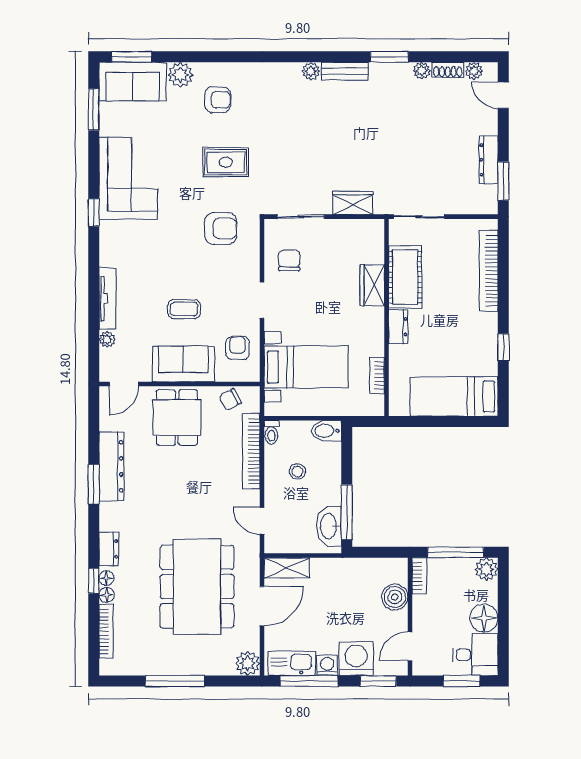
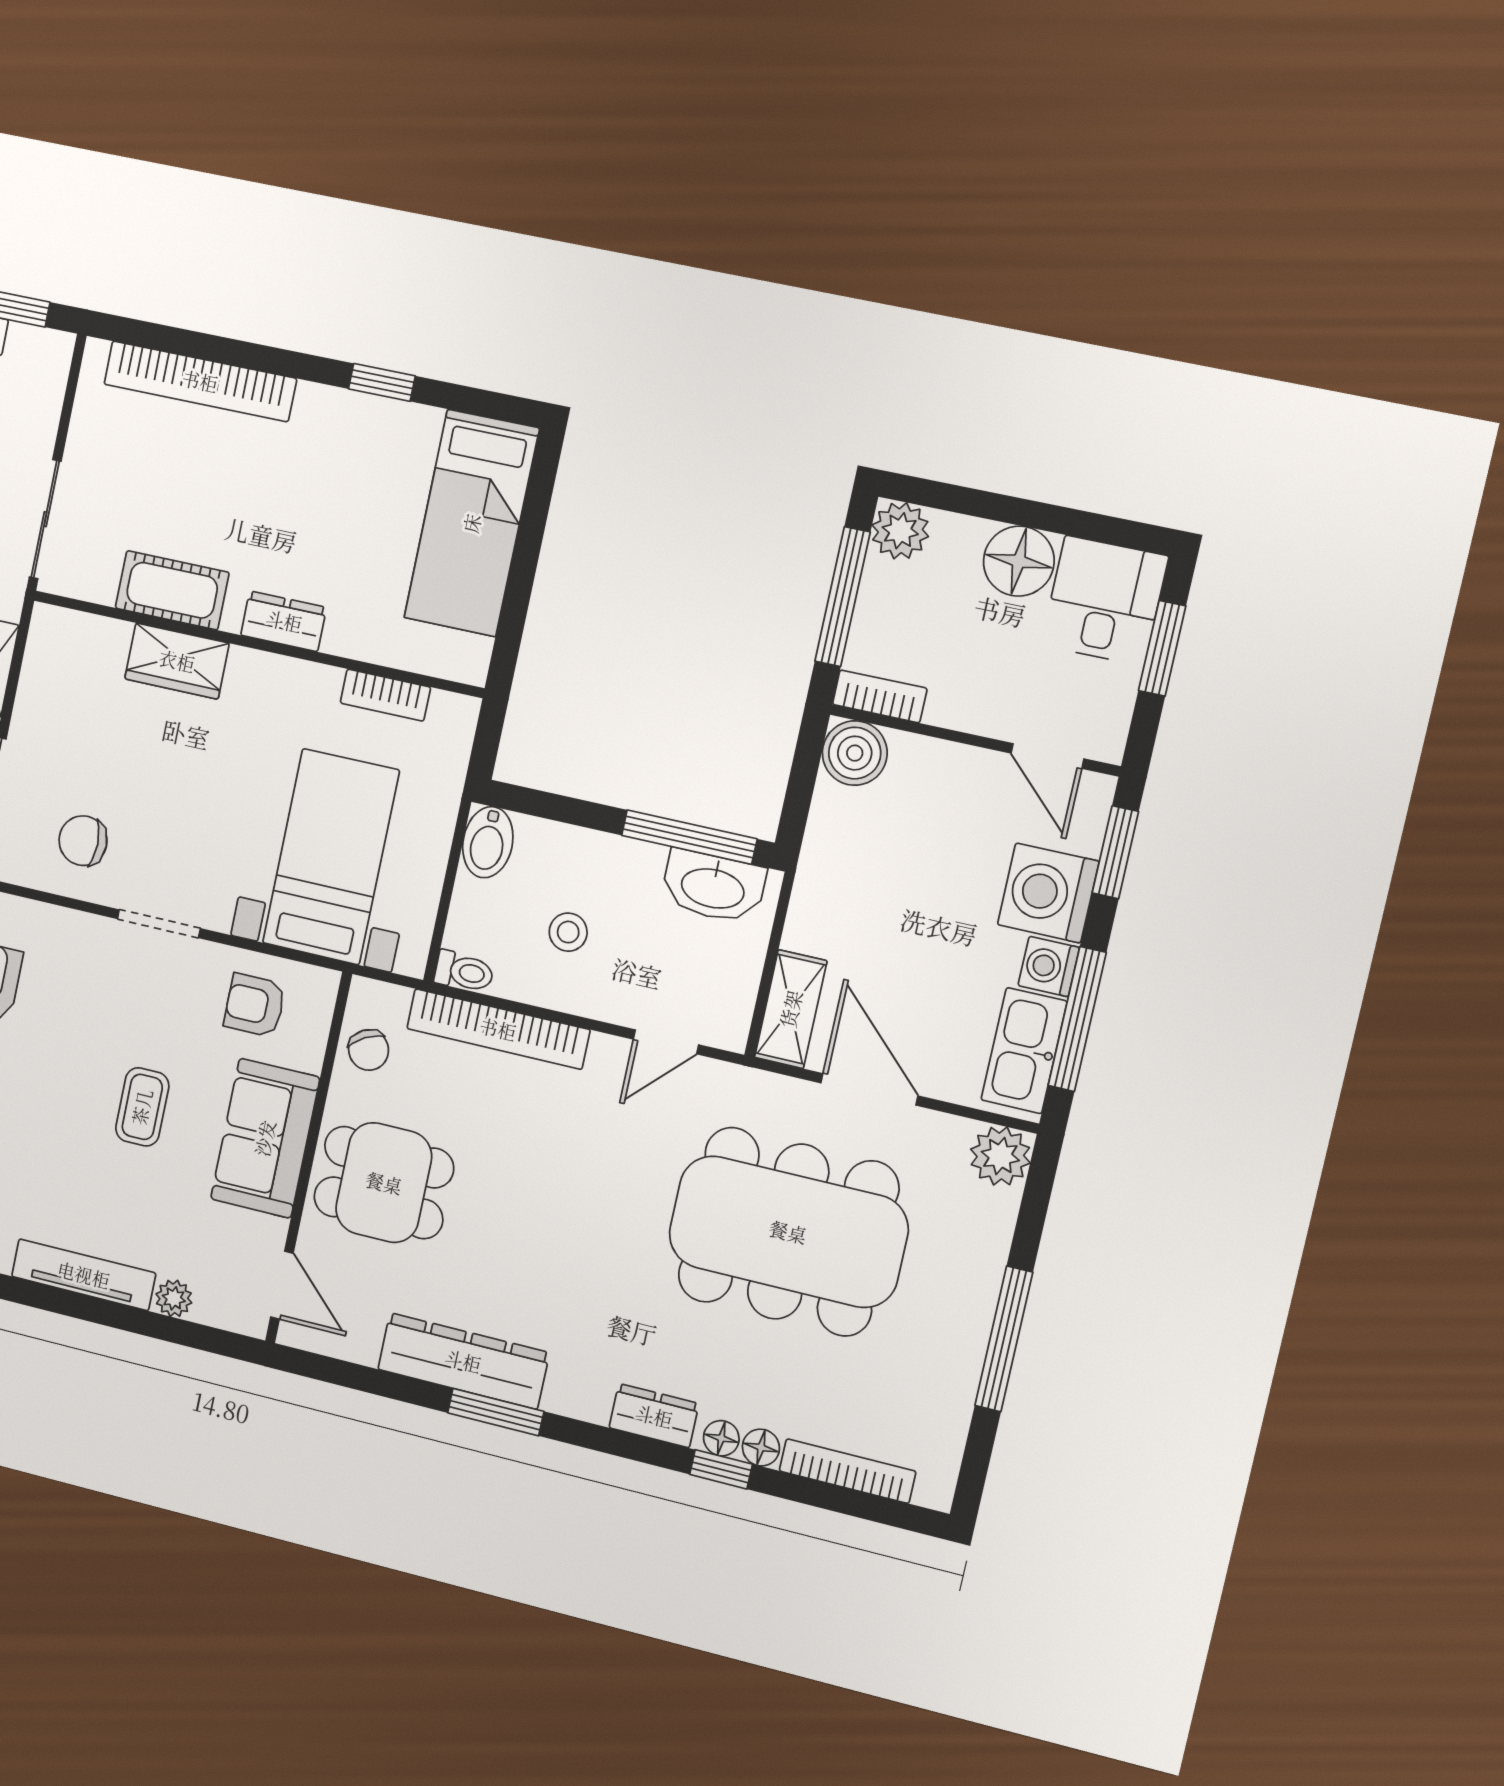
cot: (405, 277) -> (172, 590), width x0.73, depth x0.75
boiler: (395, 597) -> (855, 753), moved

